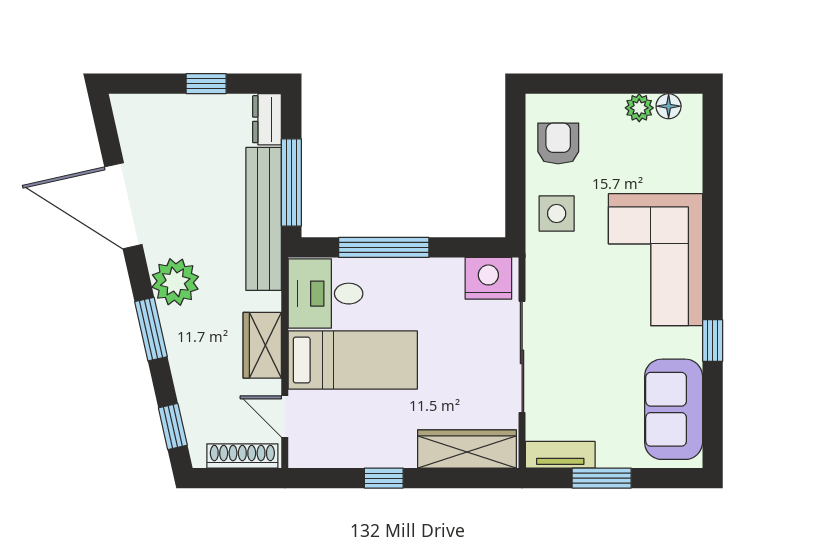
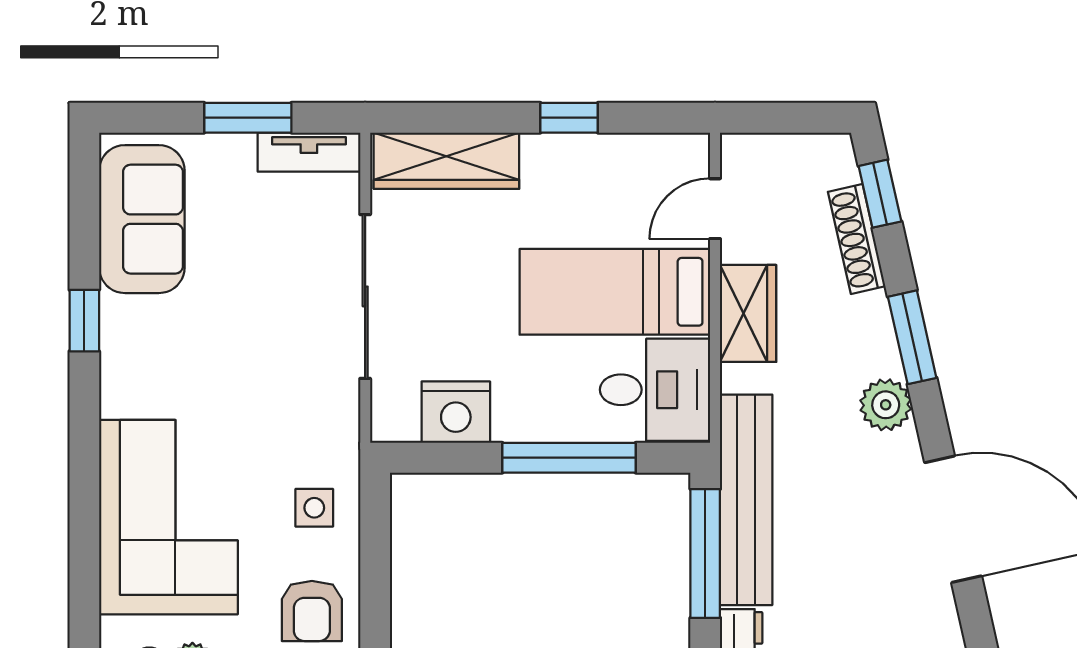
side table: (557, 214) -> (314, 508), width x0.73, depth x0.73
corner sofa: (656, 260) -> (168, 517), moved
nightstand: (488, 278) -> (456, 412), moved
plant: (175, 282) -> (886, 405), width x0.73, depth x0.73
door: (285, 416) -> (715, 209), swing flipped
shoe rack: (242, 456) -> (857, 239), moved, turned 77

